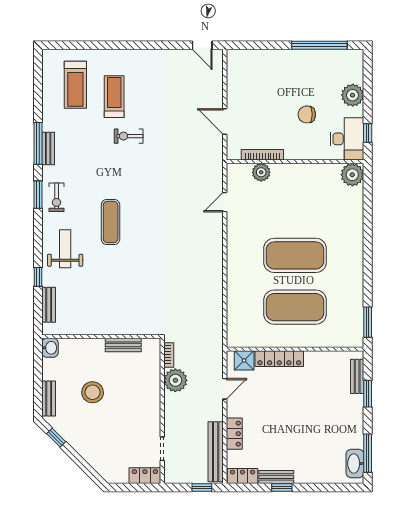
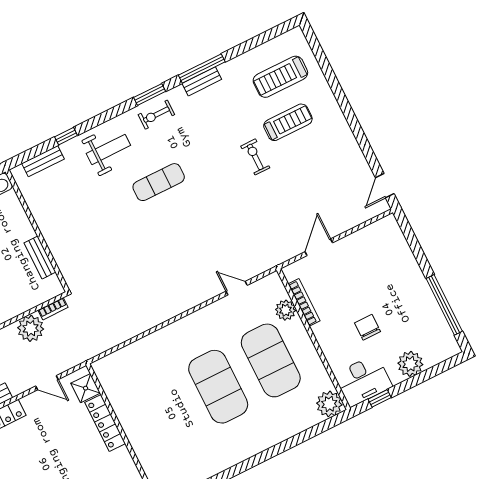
exercise mat: (295, 307) -> (271, 360), moved

